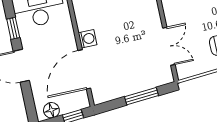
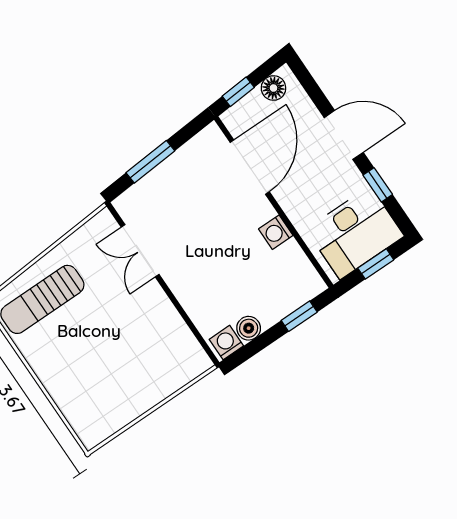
washing machine: (88, 39) -> (276, 232), moved

